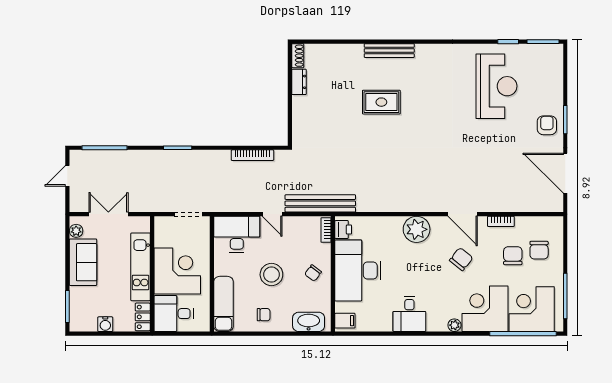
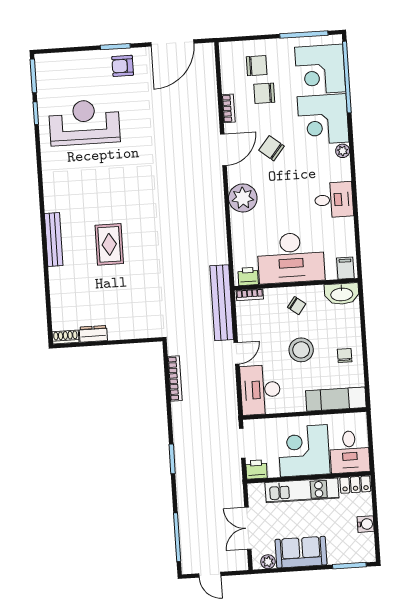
printer: (163, 226) -> (256, 469), added
washbasin: (309, 322) -> (342, 294), moved, turned -90

